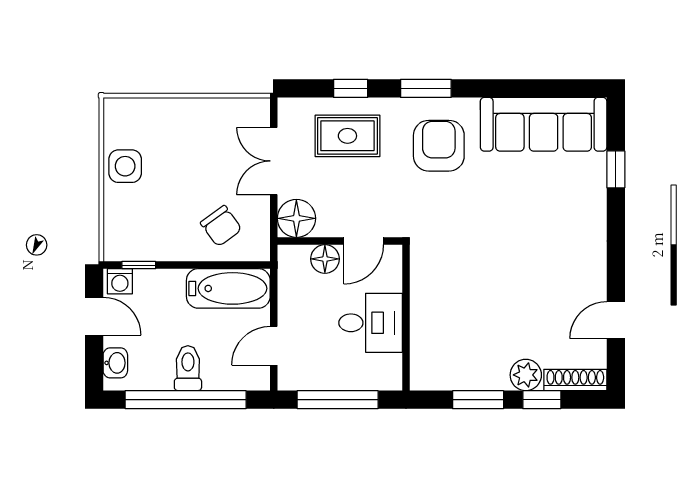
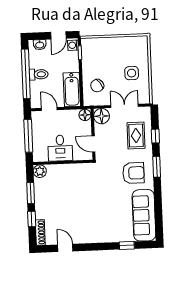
side table: (125, 166) -> (132, 73), moved
floor lamp: (325, 259) -> (85, 115), moved
plant: (526, 375) -> (40, 171), moved

